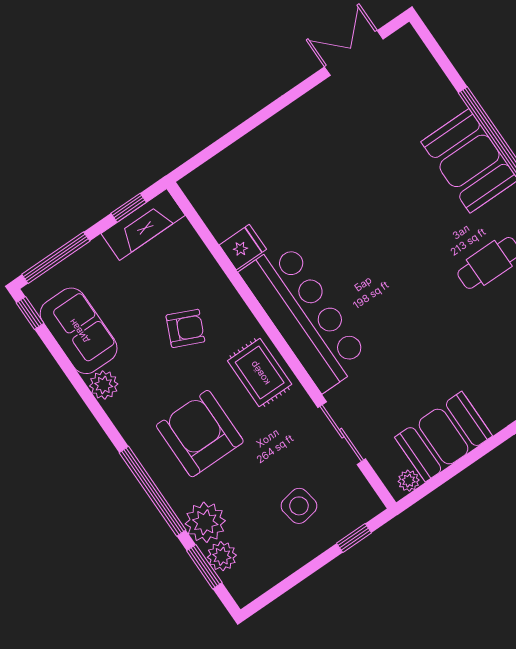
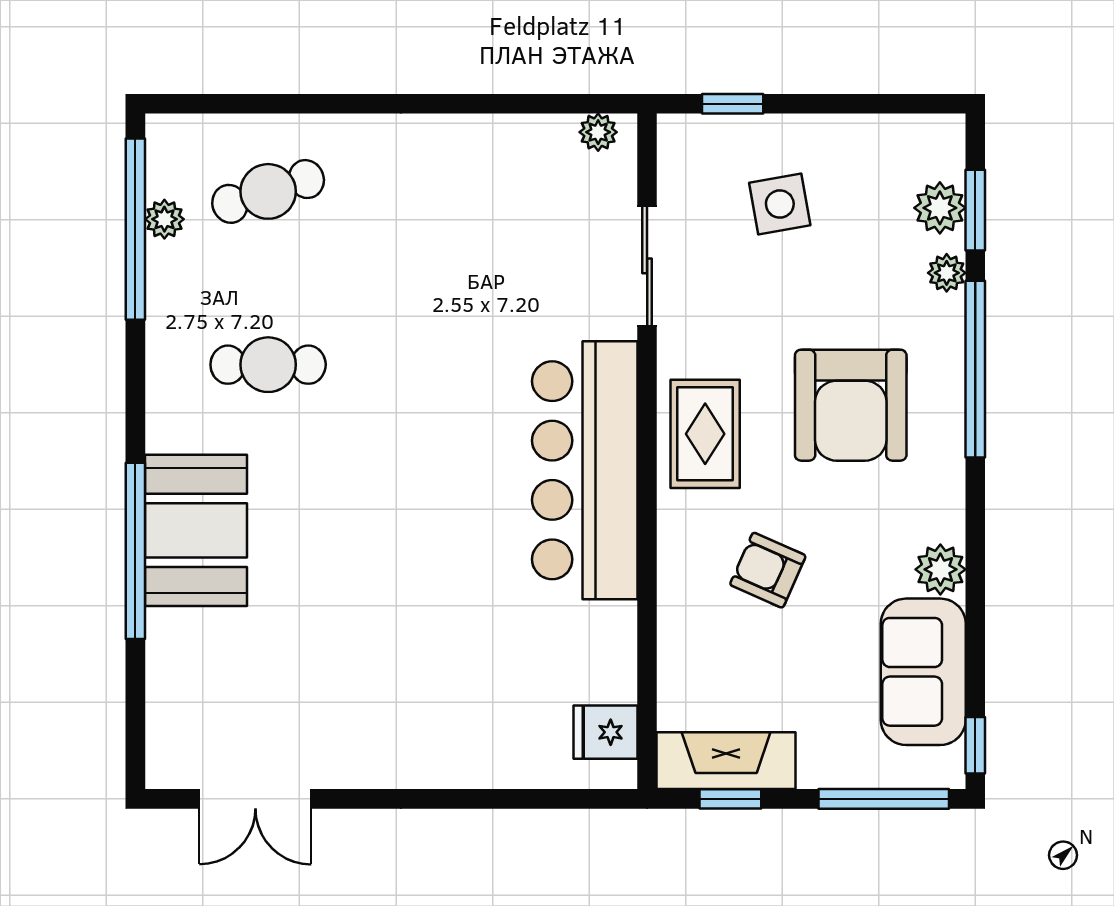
fridge: (243, 247) -> (605, 732), moved
booth: (444, 437) -> (504, 161), removed
plant: (205, 522) -> (947, 273), width x0.53, depth x0.53

